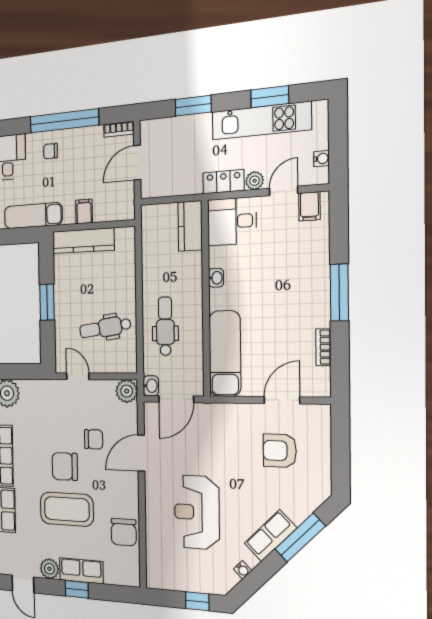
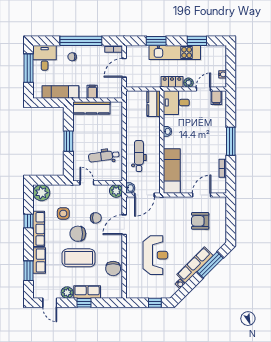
kitchen unit: (261, 121) -> (175, 53), moved
side table: (41, 430) -> (63, 213), added
reception desk: (197, 512) -> (155, 255), turned 180
row of seats: (271, 536) -> (195, 265), width x1.48

